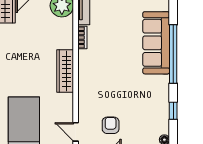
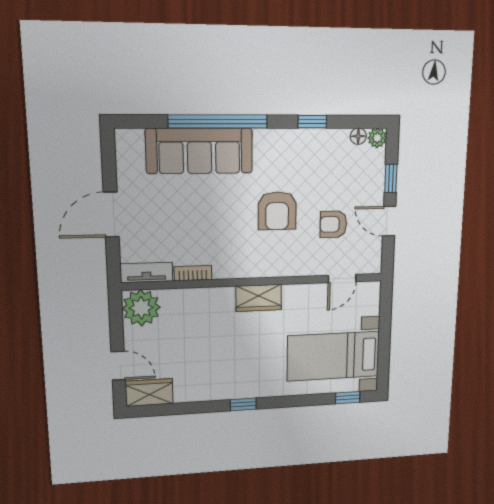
wardrobe: (65, 71) -> (259, 298), width x0.67
armchair: (120, 90) -> (277, 211), added

